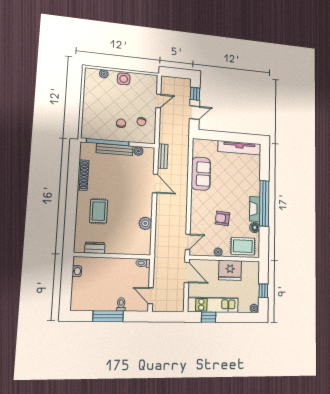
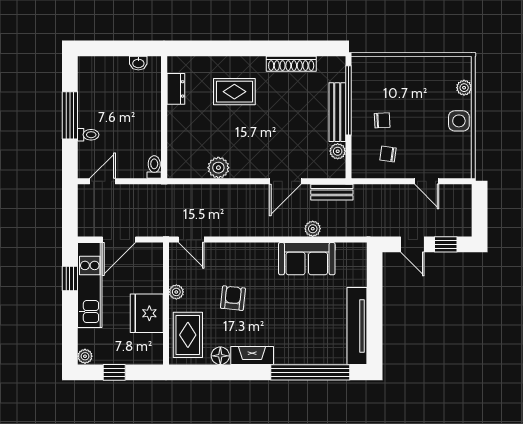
plant: (184, 169) -> (313, 229), added
window: (264, 203) -> (310, 372), moved
door: (187, 272) -> (119, 240), moved

